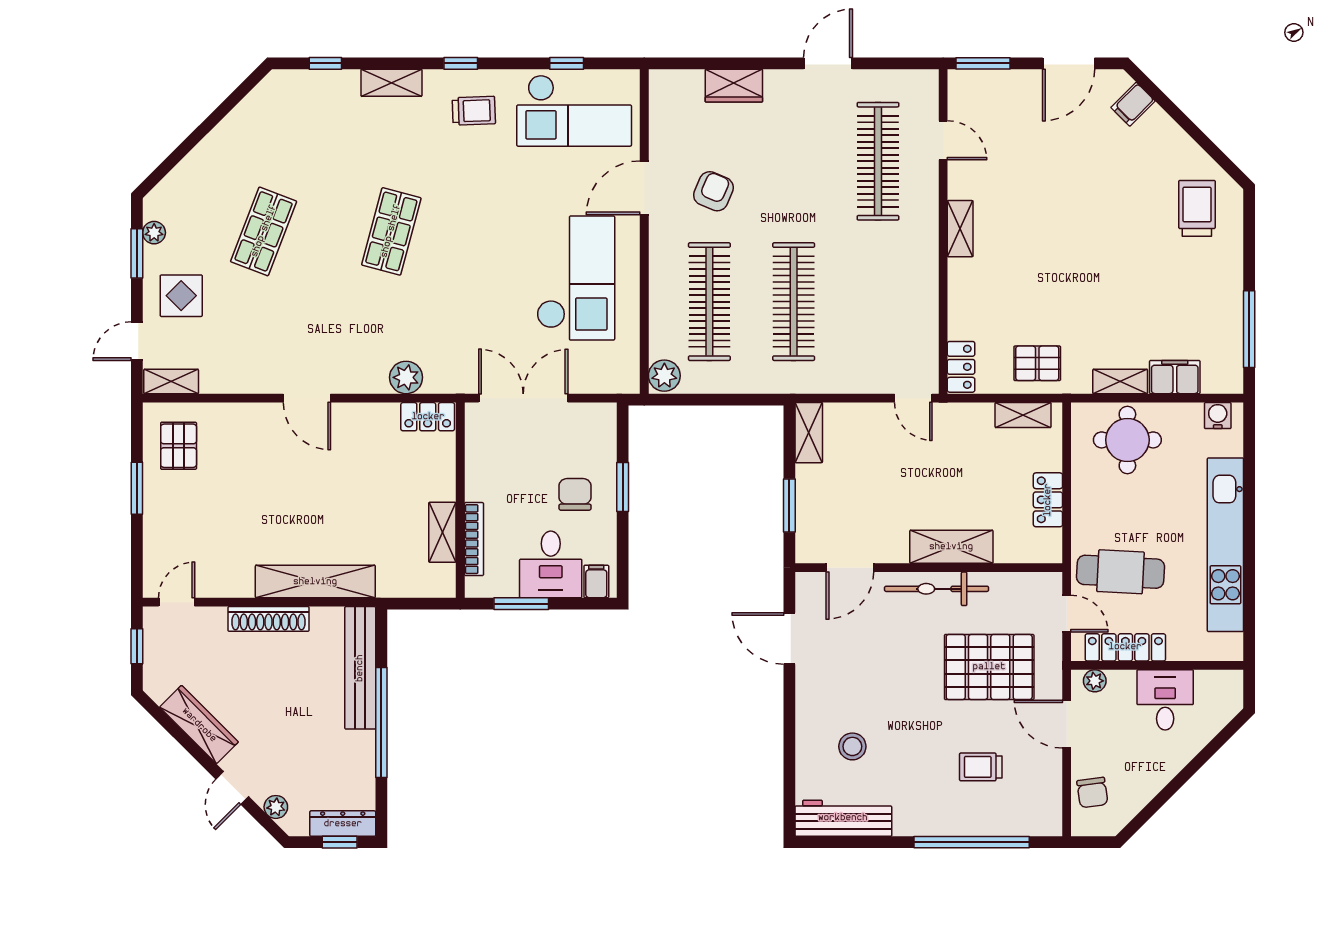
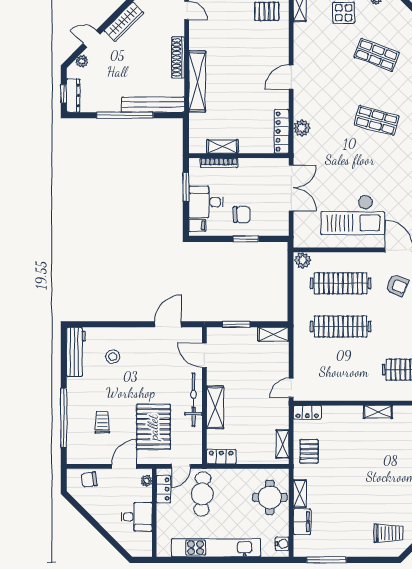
locker: (428, 417) -> (282, 131), width x1.53
locker: (1048, 500) -> (221, 457), moved
locker: (1125, 647) -> (163, 489), width x0.66

